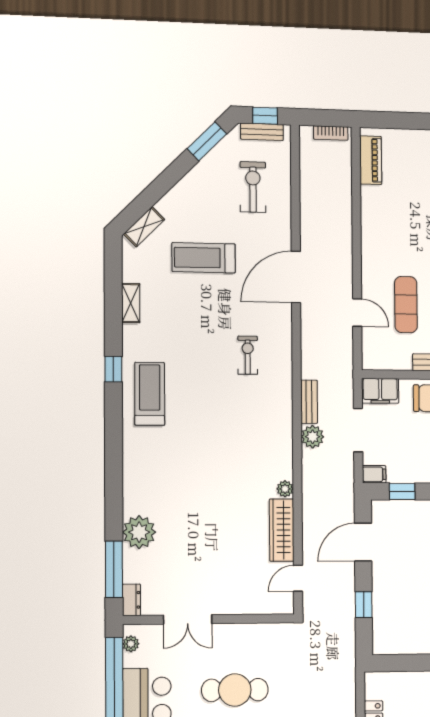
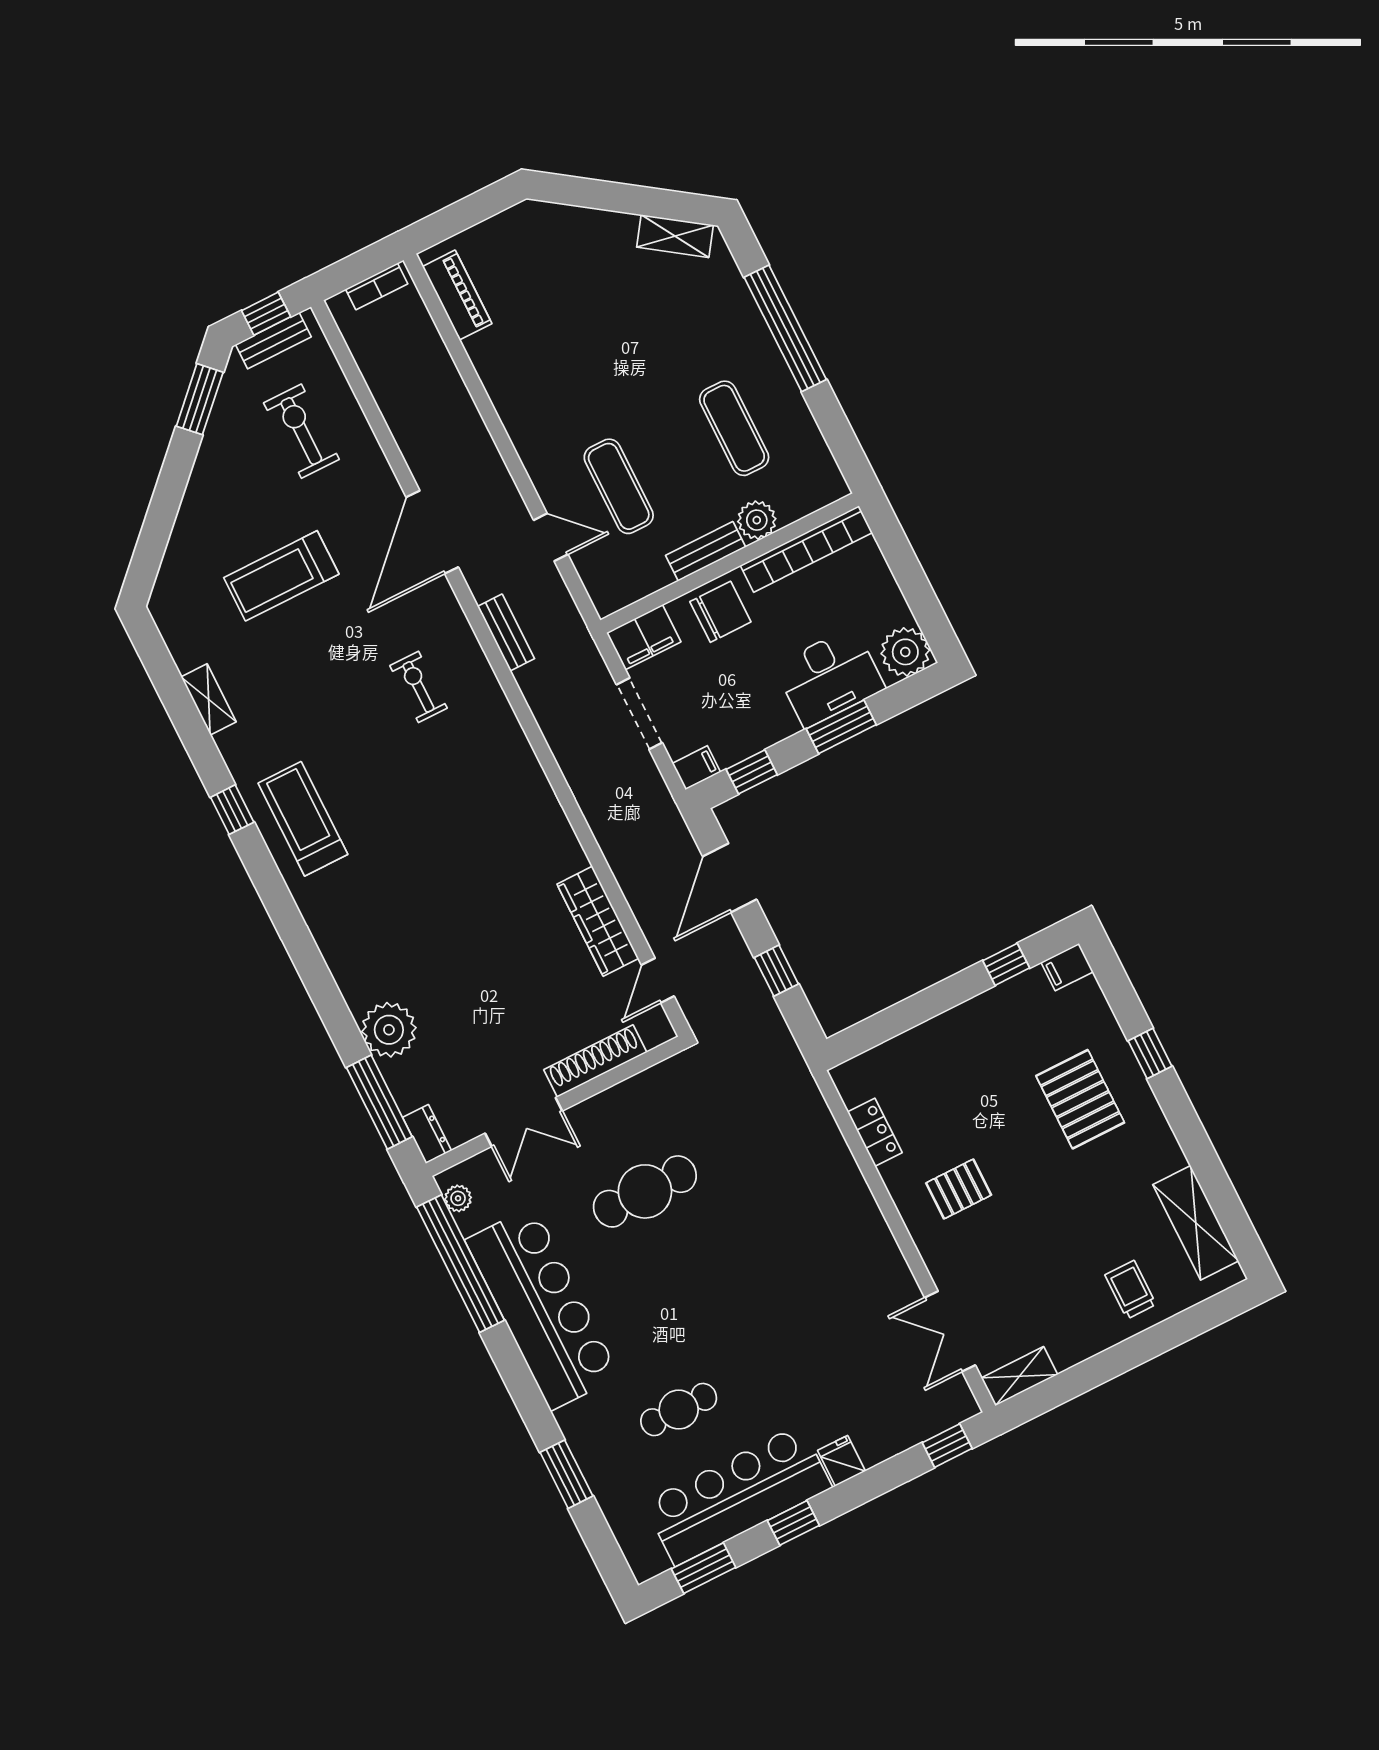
shelving: (144, 227) -> (171, 576), removed
bench: (309, 402) -> (506, 633), moved
plant: (313, 437) -> (576, 759), removed
plant: (285, 489) -> (573, 857), removed
shoe rack: (243, 605) -> (595, 1061), added

